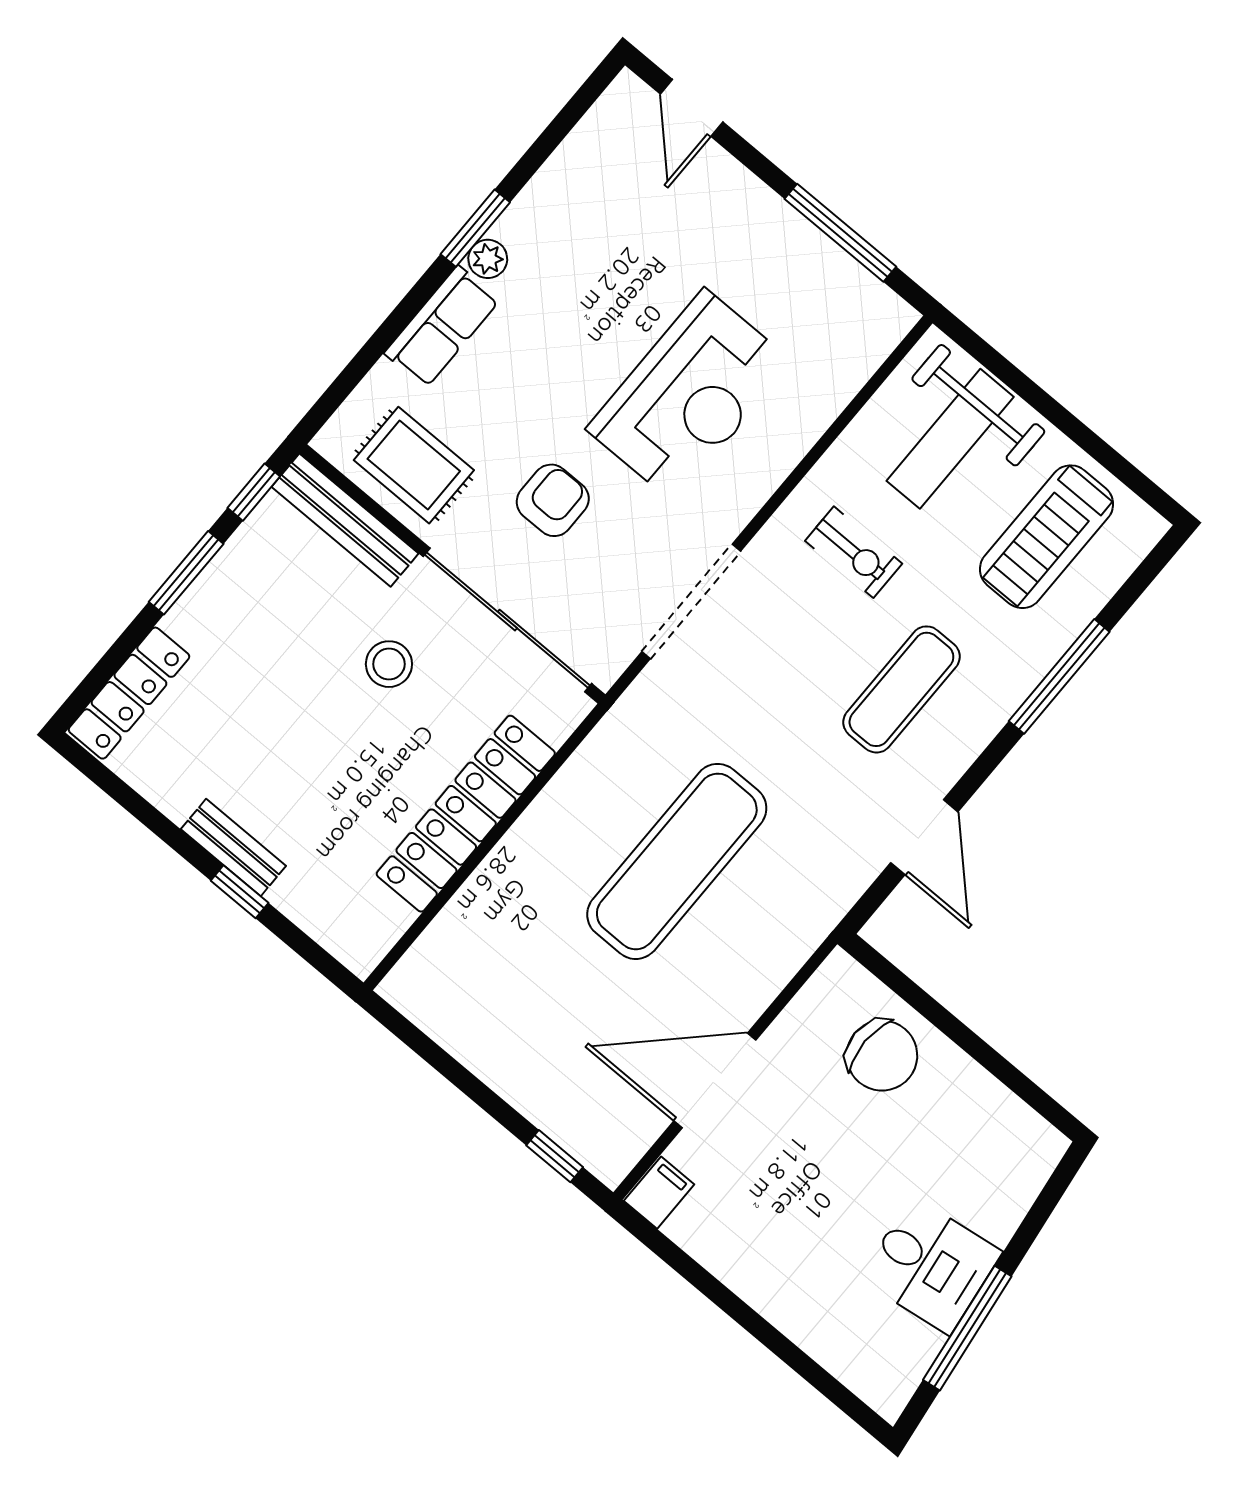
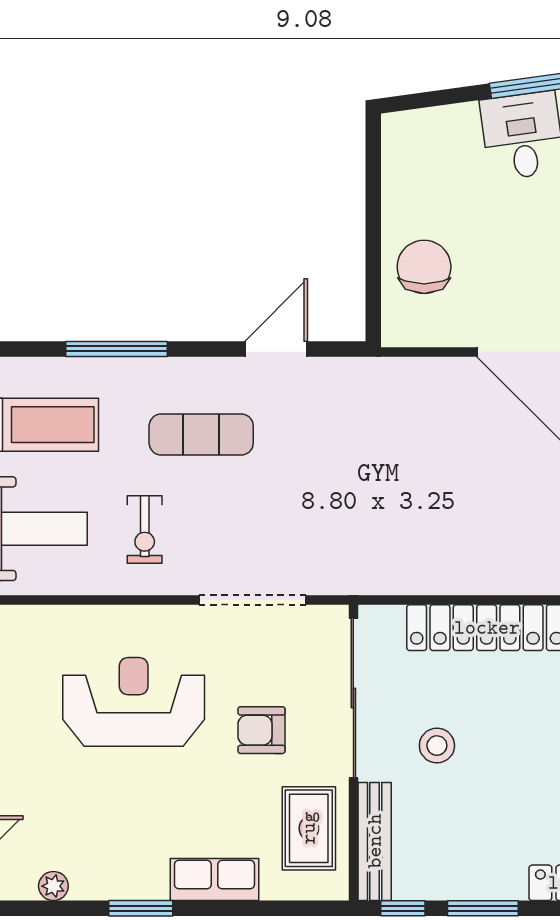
plant: (488, 259) -> (53, 886), moved
exercise bike: (854, 552) -> (145, 529), turned 180
exercise mat: (677, 861) -> (411, 481), removed

